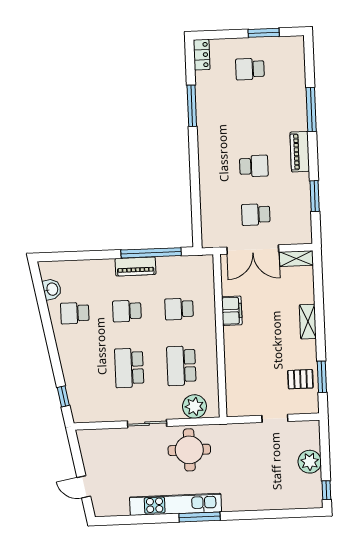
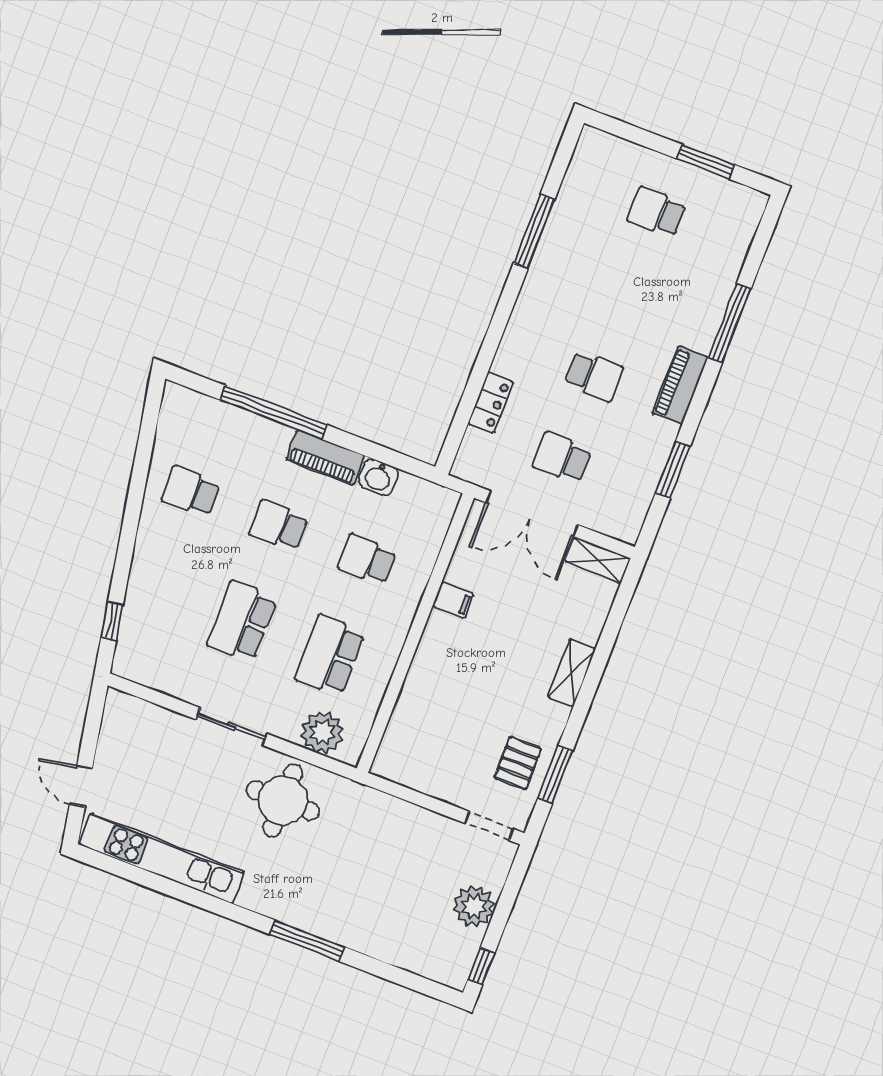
locker: (202, 55) -> (491, 403), moved
window: (151, 253) -> (273, 412), moved
washbasin: (52, 289) -> (378, 477), moved, turned 100
filing cabinet: (232, 311) -> (453, 600), width x0.50
pallet: (300, 379) -> (518, 763), turned 90
doorway: (275, 418) -> (489, 826), moved
kitchen unit: (176, 504) -> (162, 858), moved
window: (200, 517) -> (307, 941), moved

